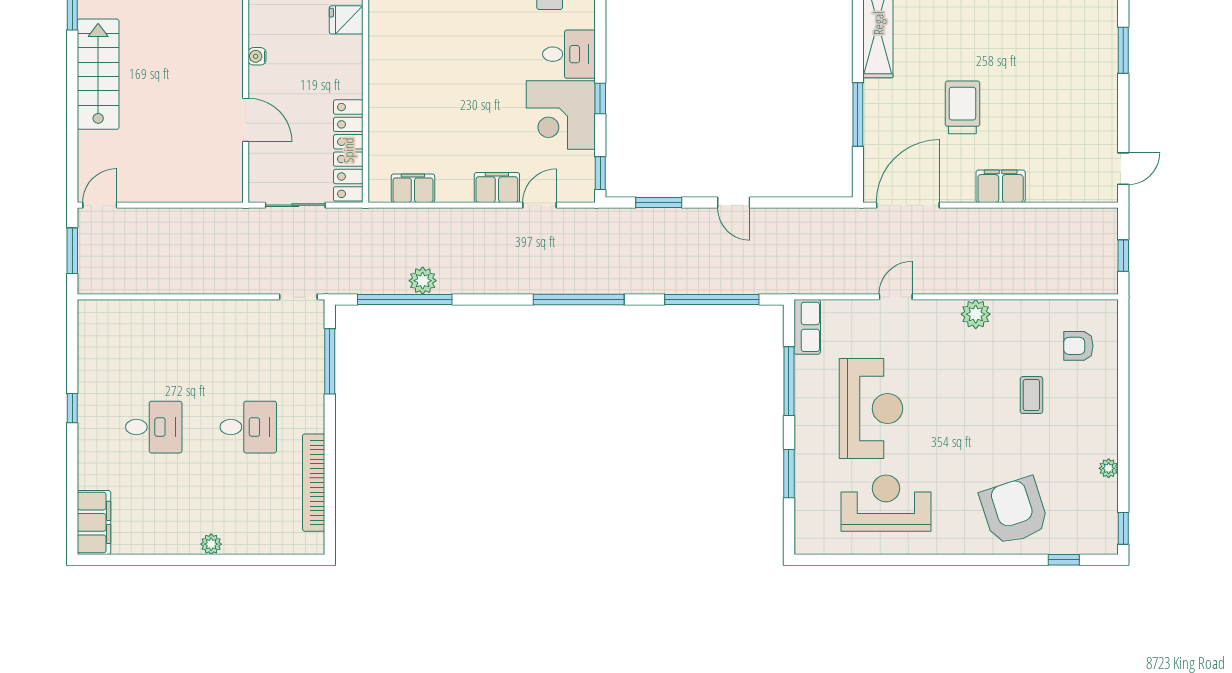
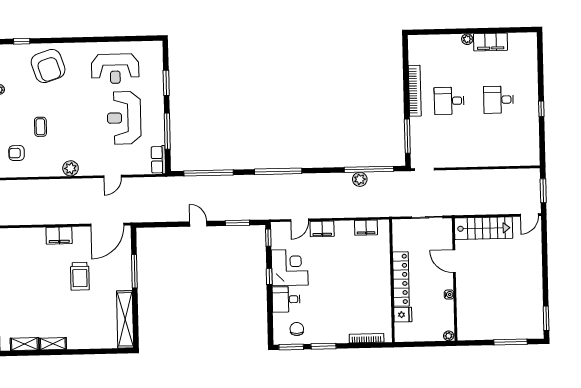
stairs: (98, 74) -> (484, 228), moved, turned -90
locker: (348, 150) -> (401, 279), moved
armchair: (1078, 346) -> (17, 153), turned 180
bookcase: (314, 483) -> (415, 91), moved
filing cabinet: (94, 522) -> (491, 42), moved, turned -90

